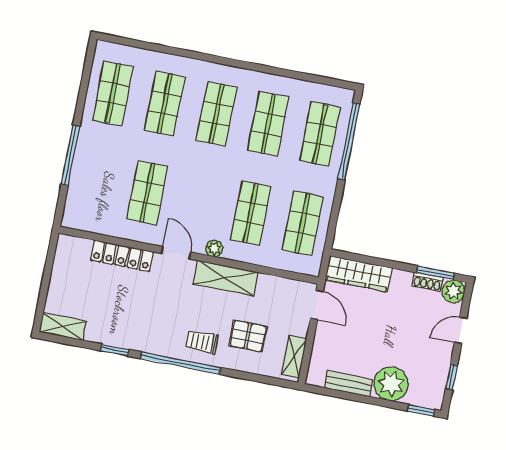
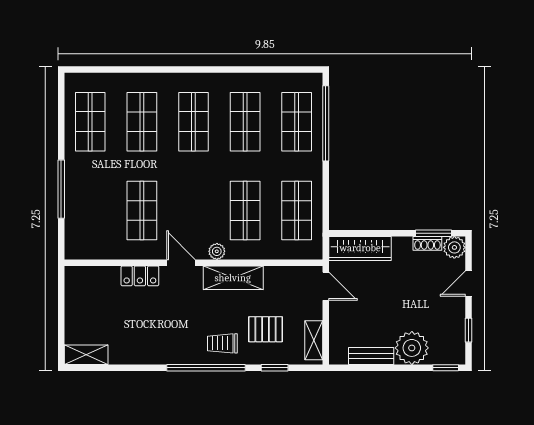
locker: (122, 256) -> (140, 276), width x0.66
window: (115, 350) -> (275, 368), moved

